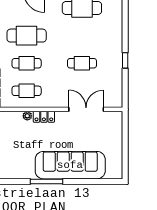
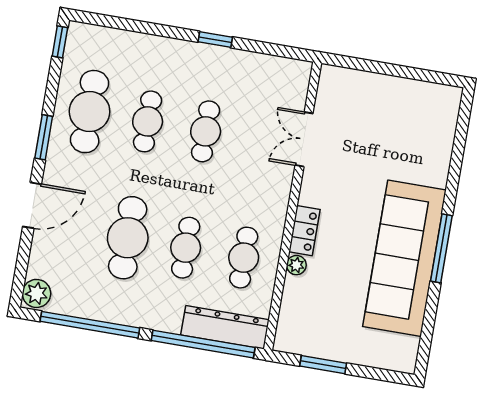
cafe table: (82, 36) -> (148, 121), added
double door: (86, 109) -> (304, 139), width x0.73
sofa: (70, 165) -> (404, 258), moved

